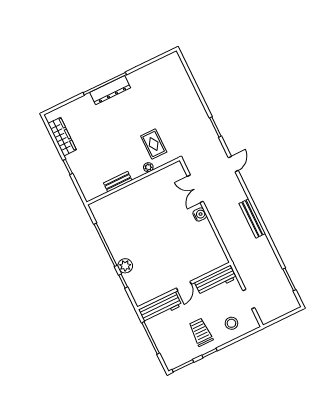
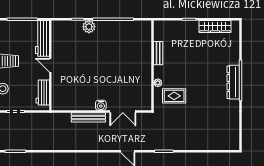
double door: (195, 189) -> (123, 112), swing flipped
bench: (252, 218) -> (88, 117), moved
workbench: (215, 280) -> (43, 92), width x0.73

